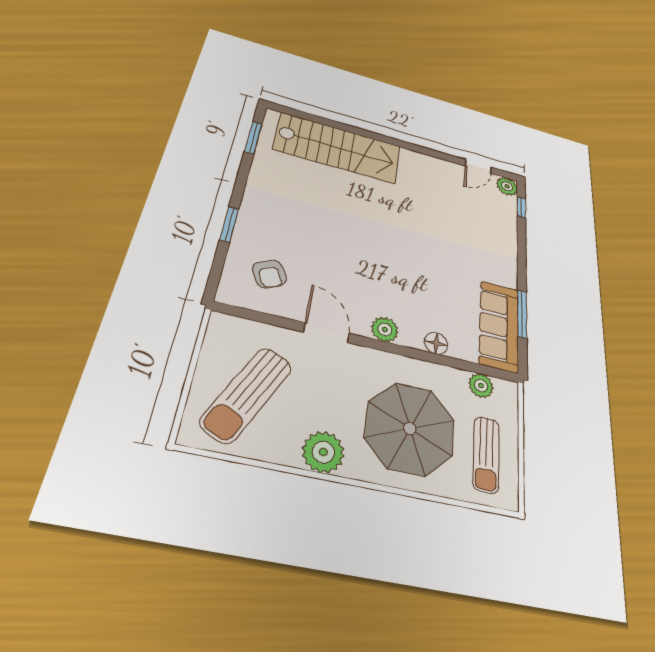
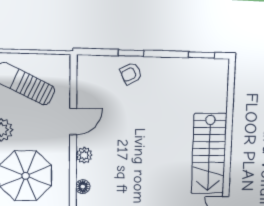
stairs: (338, 148) -> (209, 154), moved
armchair: (269, 274) -> (131, 73), moved

